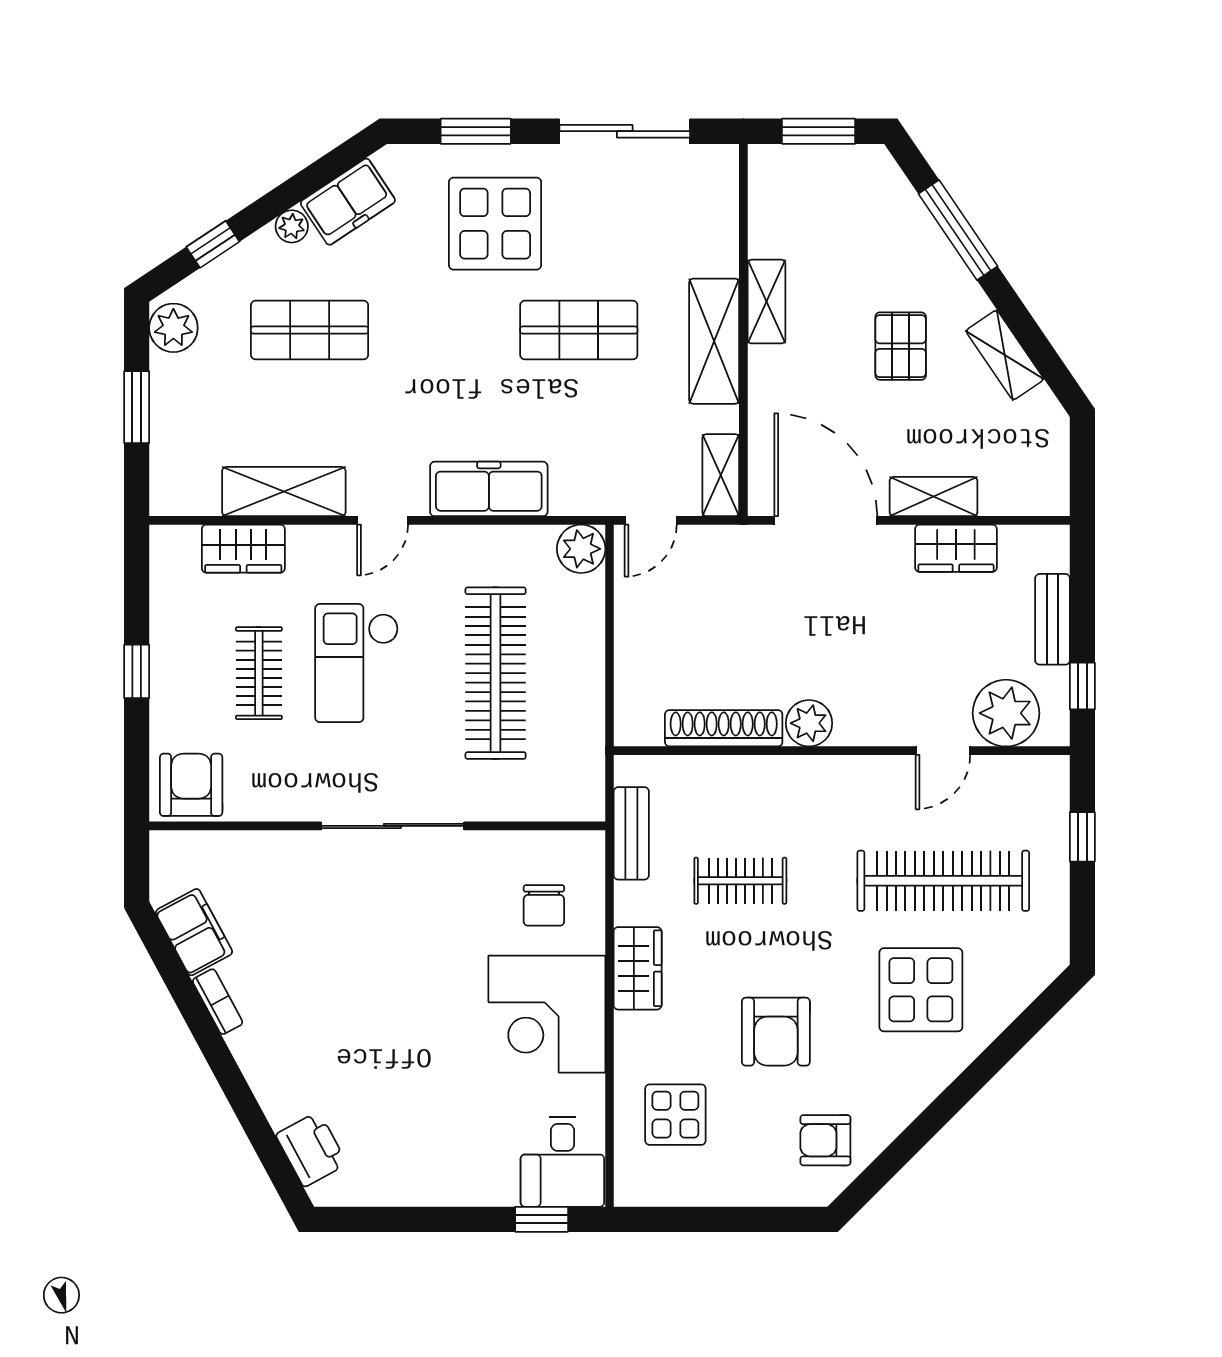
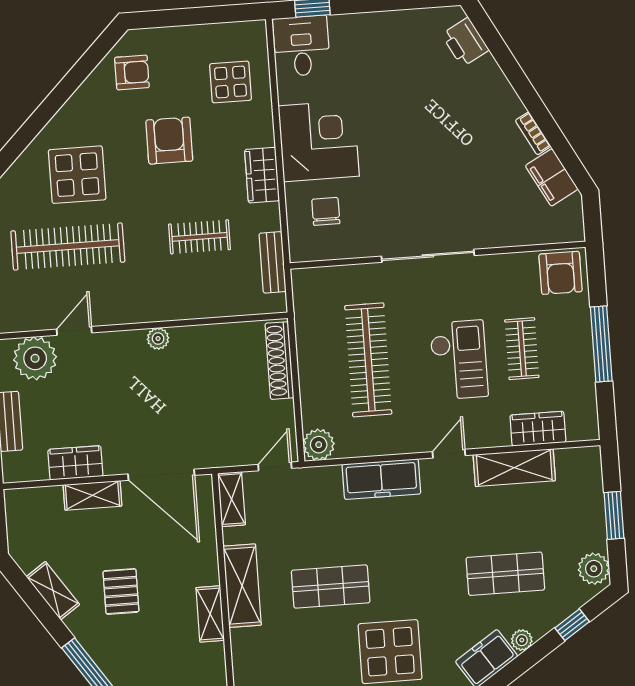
window: (137, 671) -> (601, 344), width x2.17
plant: (809, 723) -> (158, 339), width x0.73, depth x0.73
shoe rack: (724, 728) -> (279, 361), moved, turned 90

